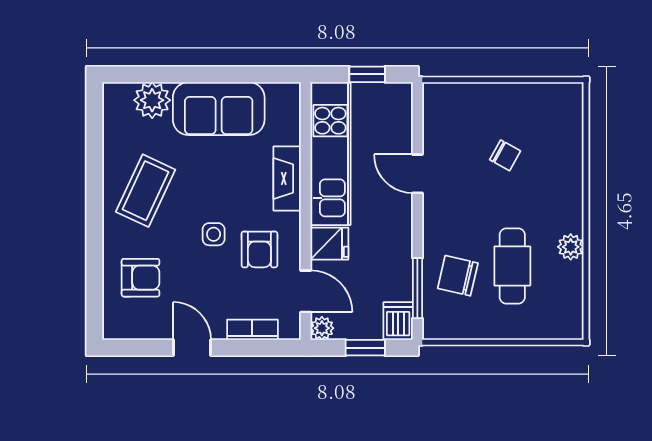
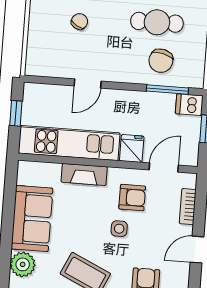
plant: (322, 328) -> (190, 158), removed

